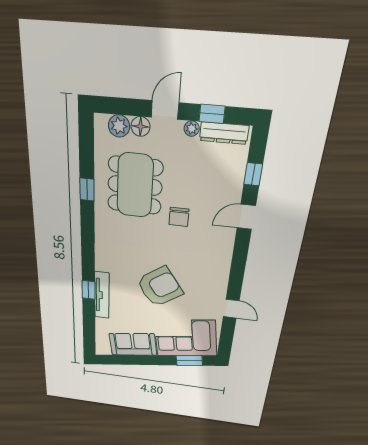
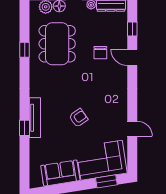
chair: (179, 217) -> (100, 53), moved
door: (246, 217) -> (132, 57), hinge flipped
armchair: (160, 287) -> (78, 118), width x0.53, depth x0.53
tv unit: (102, 295) -> (35, 118), moved

